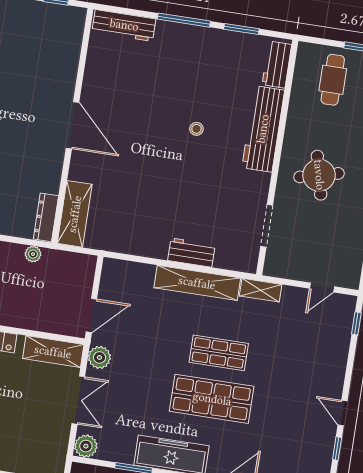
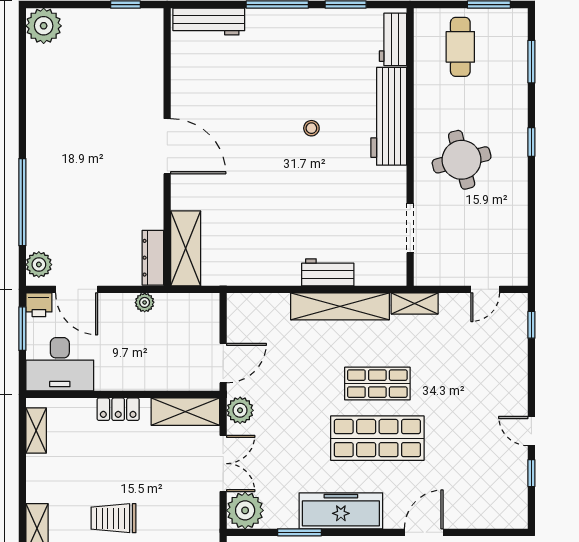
plant: (86, 446) -> (245, 510), width x1.36, depth x1.36

